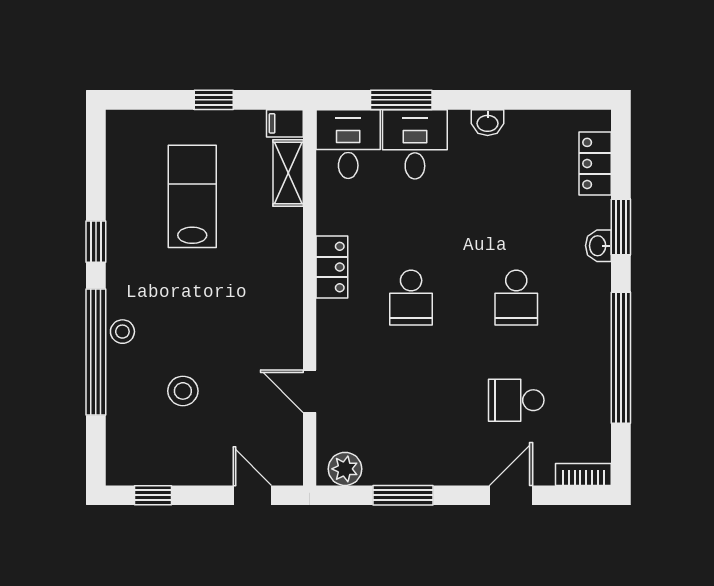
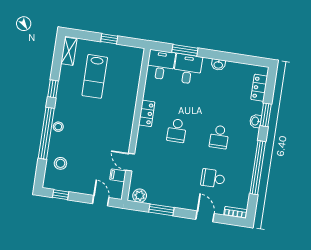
filing cabinet: (285, 123) -> (118, 175), moved
shelving: (288, 173) -> (69, 51), moved
lab bench: (192, 196) -> (95, 76), turned 180
stool: (183, 391) -> (60, 163), moved
door: (511, 495) -> (205, 216), hinge flipped

